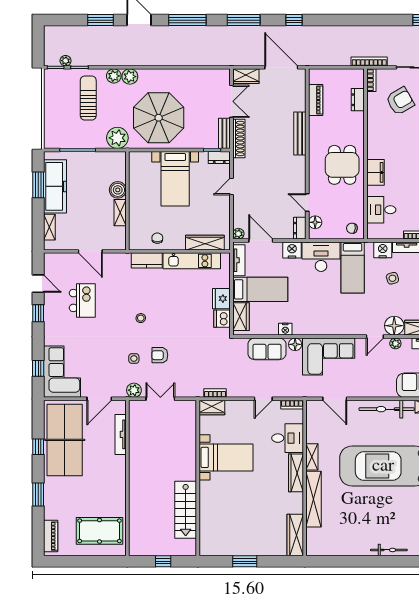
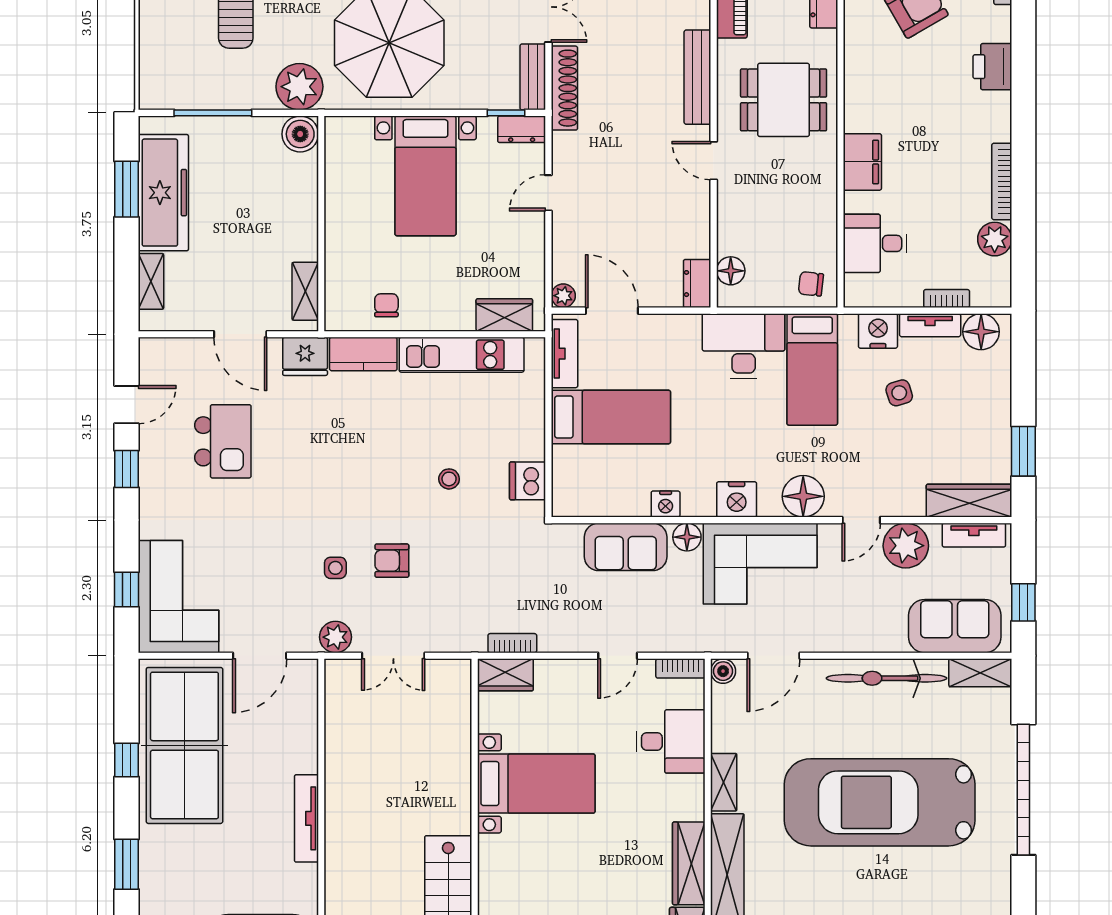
dining table: (342, 165) -> (784, 100), moved, turned 90
boiler: (118, 190) -> (300, 134), moved
door: (307, 203) -> (714, 161), moved
shelving: (120, 213) -> (305, 291), moved
wardrobe: (205, 243) -> (504, 315), width x0.67
nightstand: (292, 250) -> (737, 499), moved, turned 180
door: (38, 284) -> (127, 405), hinge flipped
fridge: (221, 299) -> (305, 356), moved, turned -90
wardrobe: (241, 317) -> (569, 477), removed
stool: (141, 318) -> (449, 479), moved
floor lamp: (394, 326) -> (803, 496), moved
plant: (395, 343) -> (906, 546), width x1.87, depth x1.87
double door: (160, 399) -> (393, 656), swing flipped
door: (335, 399) -> (773, 656), hinge flipped
boiler: (312, 406) -> (723, 671), added
tv unit: (121, 434) -> (306, 818), moved
wardrobe: (296, 473) -> (689, 863), moved

